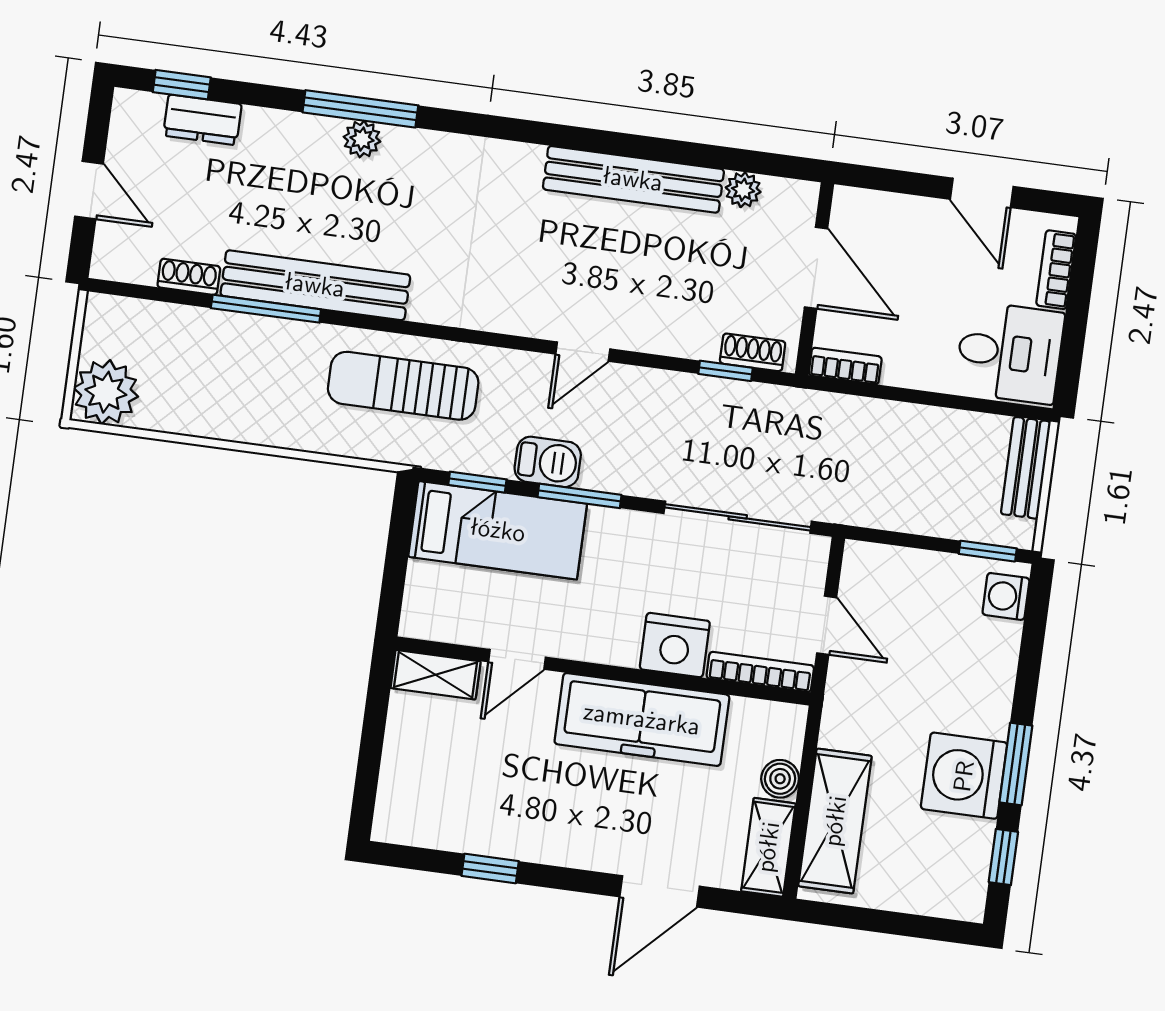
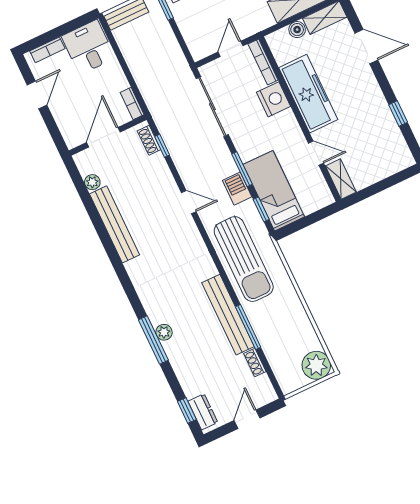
dresser: (202, 120) -> (203, 412), moved
sun lounger: (403, 386) -> (244, 259), width x1.36, depth x1.34

